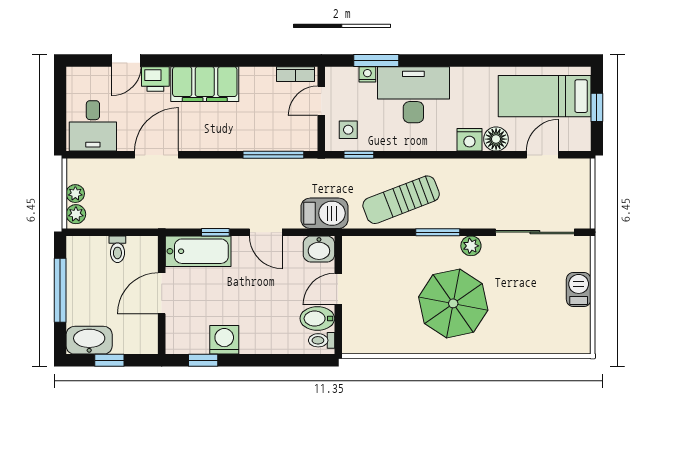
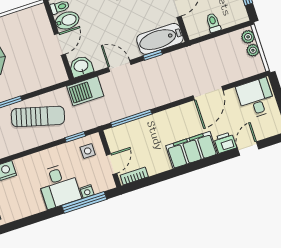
window: (376, 61) -> (84, 202), width x1.44
desk: (413, 95) -> (59, 186), width x0.73
sun lounger: (401, 200) -> (38, 116), turned 36

